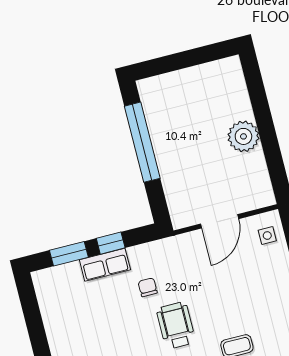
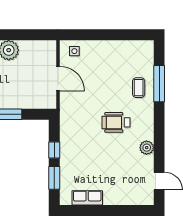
row of seats: (105, 265) -> (87, 198), moved, turned -90
chair: (148, 287) -> (88, 134), removed

